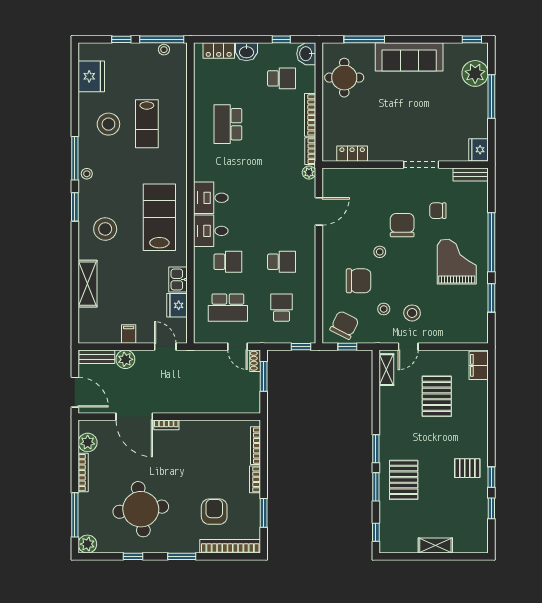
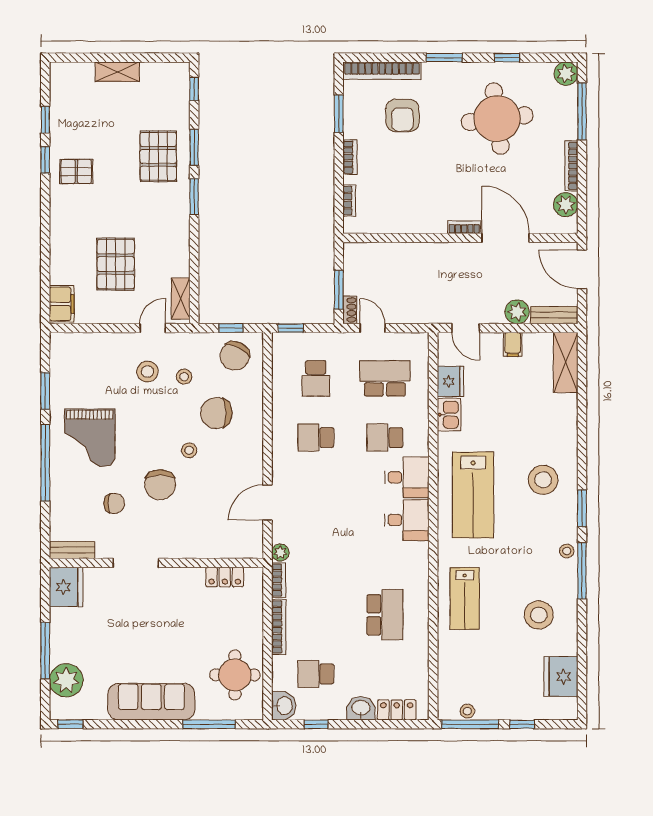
lab bench: (147, 124) -> (465, 599), moved, turned 180
fridge: (478, 150) -> (66, 587), width x1.36, depth x1.34
shelving: (88, 284) -> (566, 362), moved
bookcase: (256, 446) -> (349, 200), width x0.64

